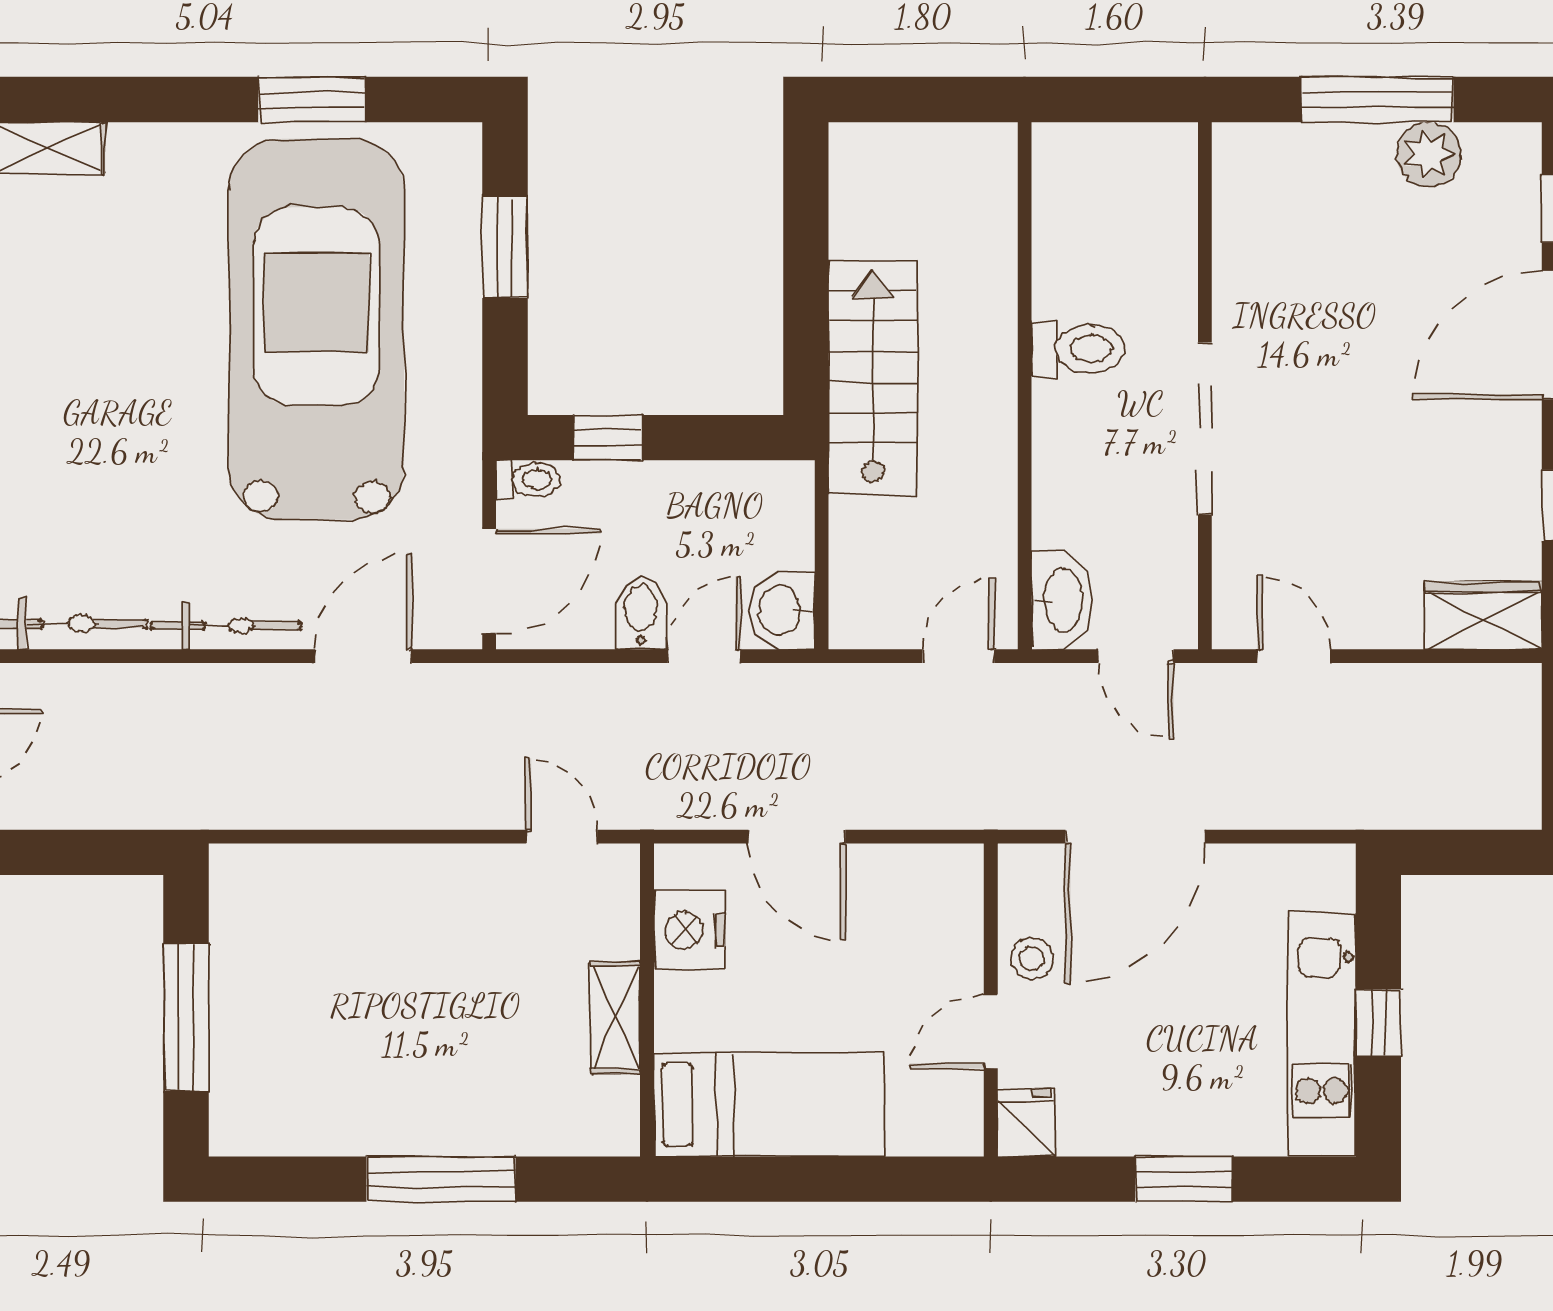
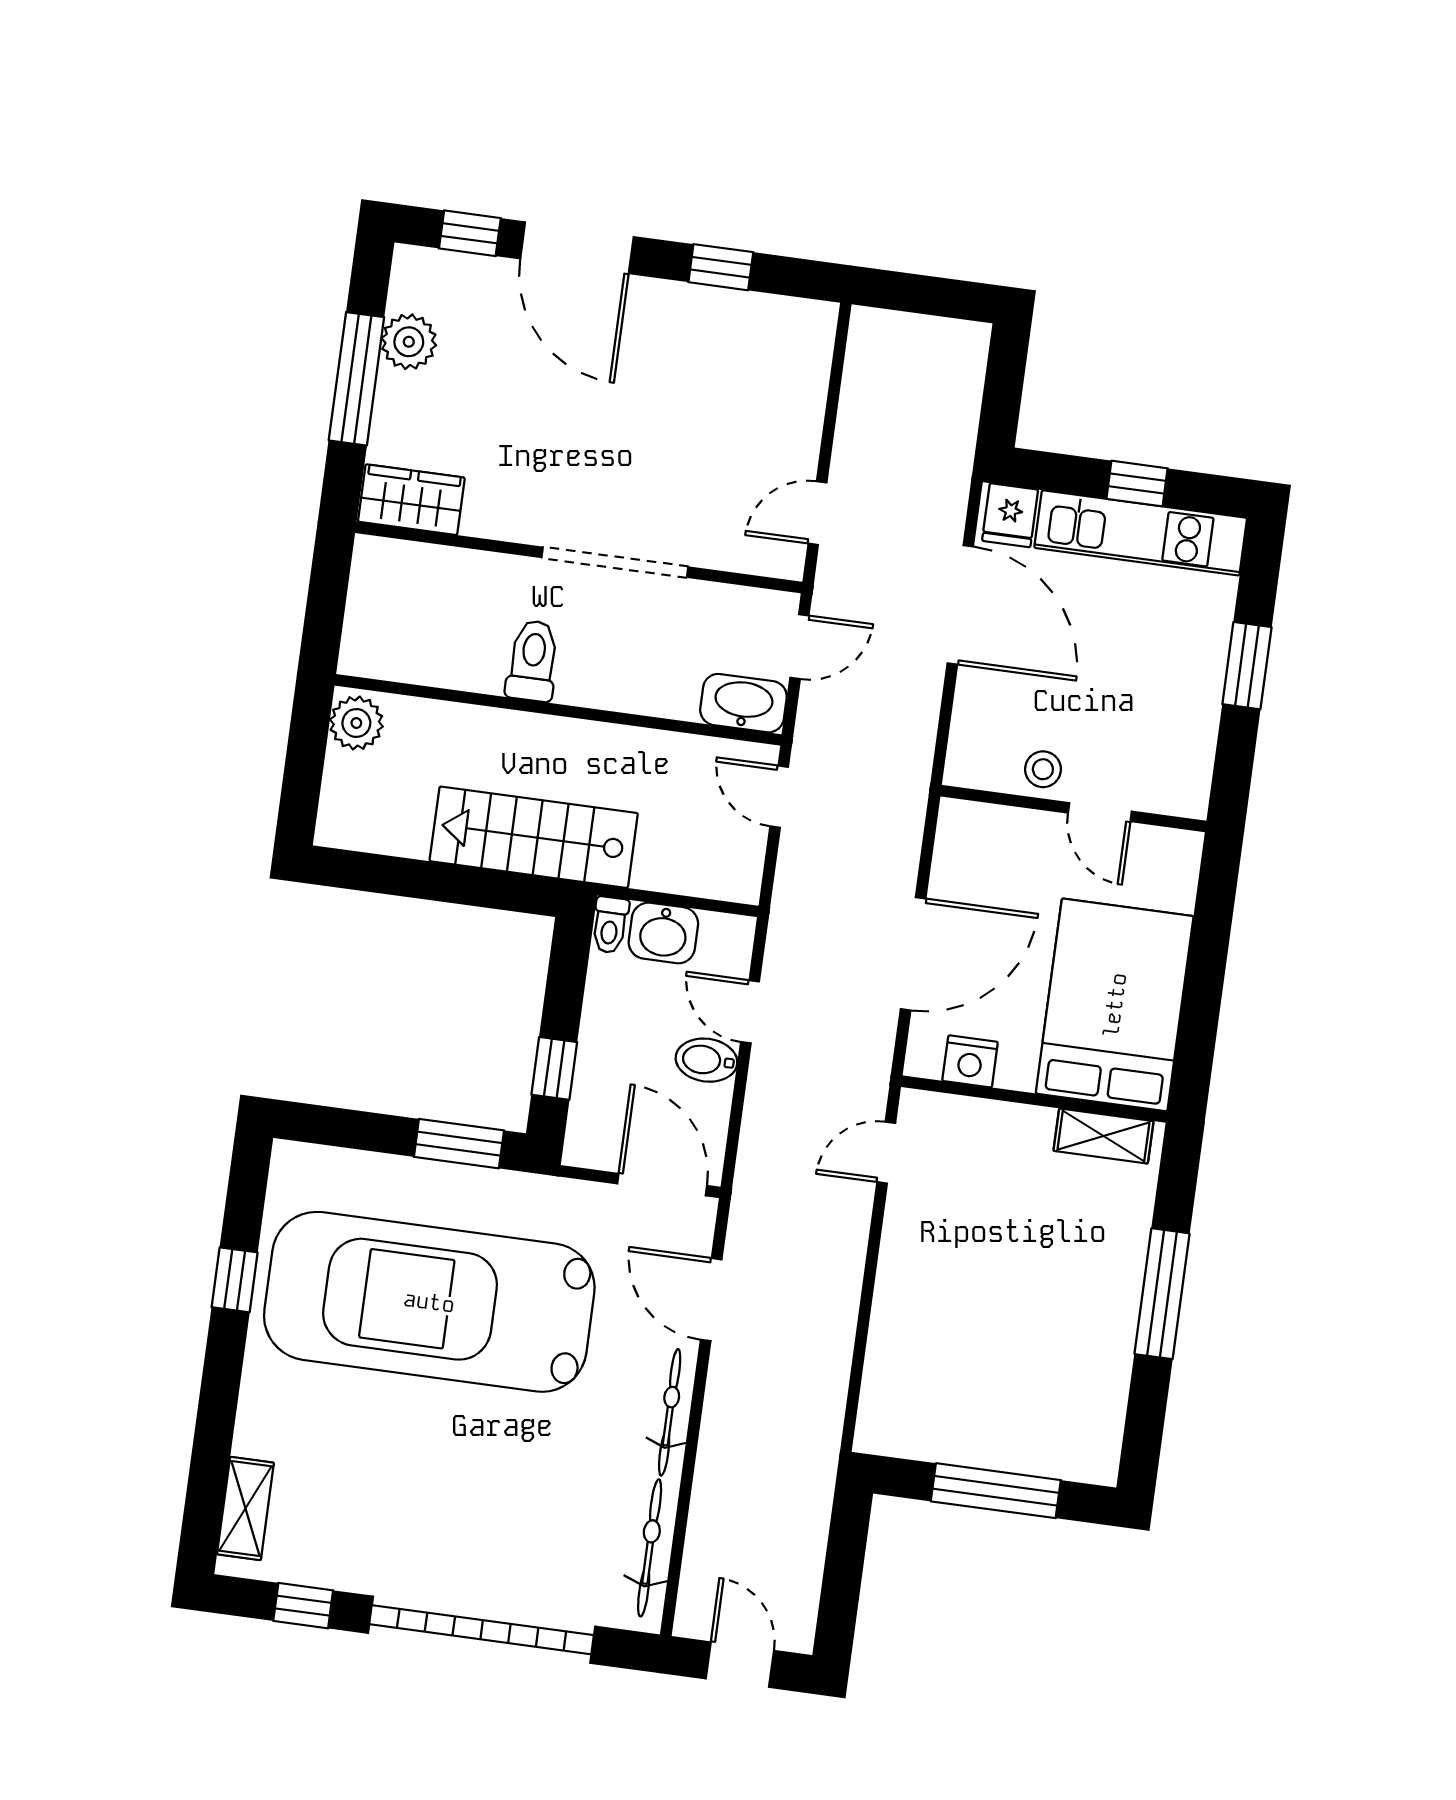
window: (312, 99) -> (235, 1280), width x0.67
plant: (978, 153) -> (356, 723), added
window: (505, 248) -> (459, 1144), moved
toilet: (528, 480) -> (610, 925), moved, turned 180
washbasin: (782, 610) -> (663, 933), moved
wardrobe: (1483, 615) -> (411, 500), moved, turned 90
door: (797, 837) -> (913, 954), width x1.36
door: (1135, 837) -> (960, 605), moved
nightstand: (690, 930) -> (970, 1061), width x0.74, depth x0.75
shelving: (615, 1018) -> (1103, 1136), moved
bed: (769, 1105) -> (1115, 1005), width x1.50
fridge: (1026, 1122) -> (1010, 515), moved, turned -90

